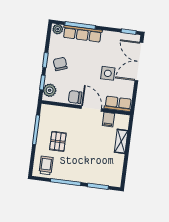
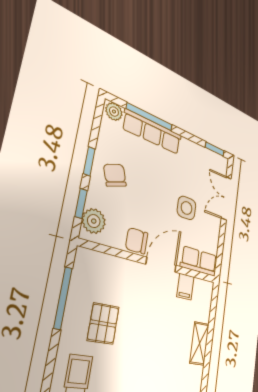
double door: (139, 62) -> (226, 198), width x0.73
door: (91, 108) -> (161, 265), hinge flipped
shelving: (121, 141) -> (200, 343), moved

